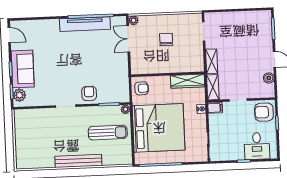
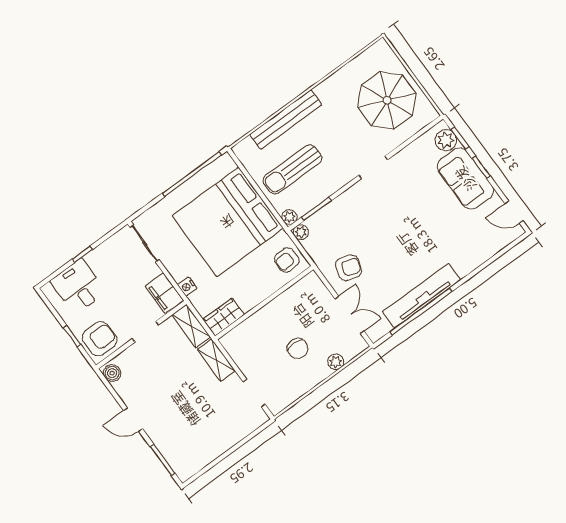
plant: (134, 20) -> (336, 362), moved
boiler: (269, 78) -> (112, 373), moved
wardrobe: (188, 81) -> (224, 317), width x0.67
armchair: (89, 93) -> (348, 268), moved, turned -72
plant: (125, 98) -> (301, 232), added
filing cabinet: (215, 108) -> (164, 293), width x2.00
parasol: (36, 136) -> (387, 100), added
bench: (78, 161) -> (286, 120), moved

